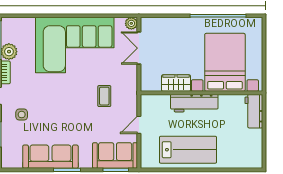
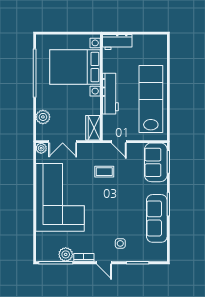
plant: (167, 25) -> (43, 117), added
wardrobe: (176, 83) -> (93, 128), moved
door: (139, 125) -> (119, 142), moved
lab bench: (188, 150) -> (151, 99), width x1.36

